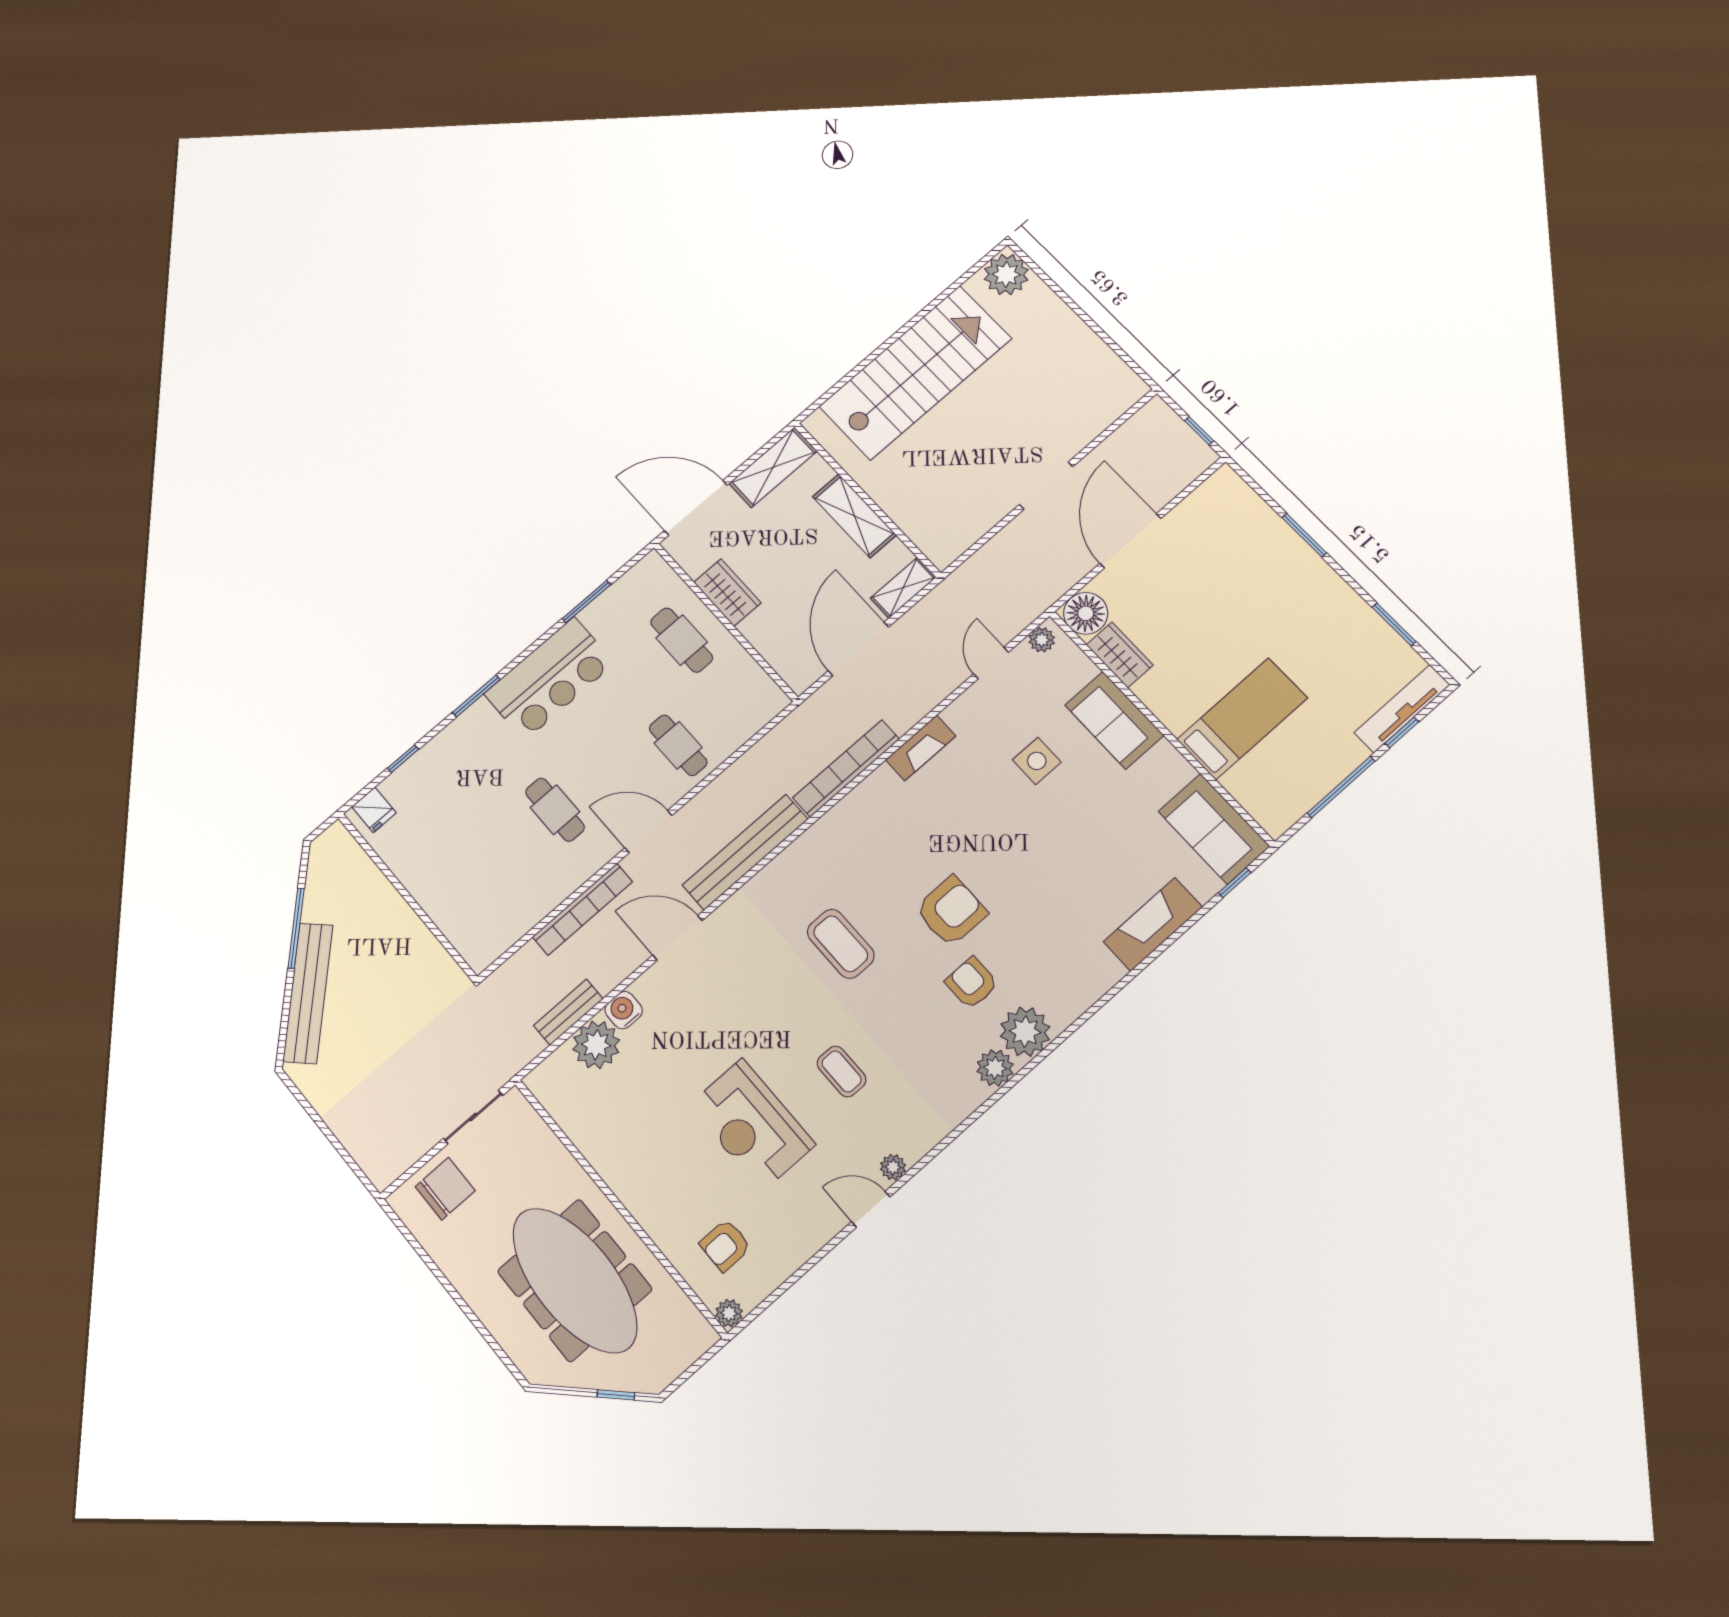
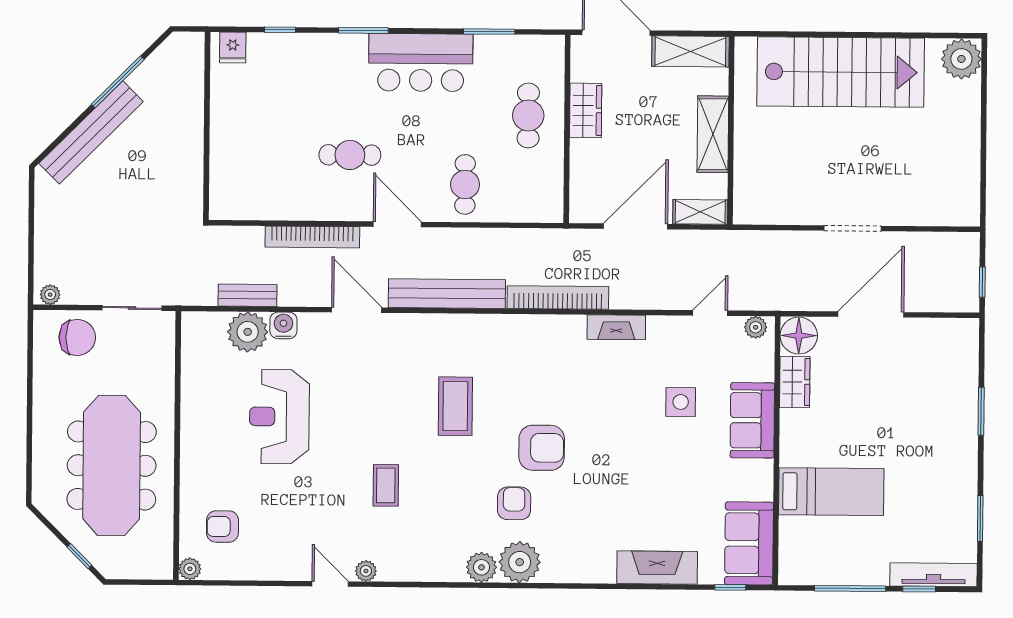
cafe table: (555, 810) -> (350, 155), turned 90
reception desk: (752, 1125) -> (279, 417), moved
plant: (388, 1171) -> (50, 295), added

